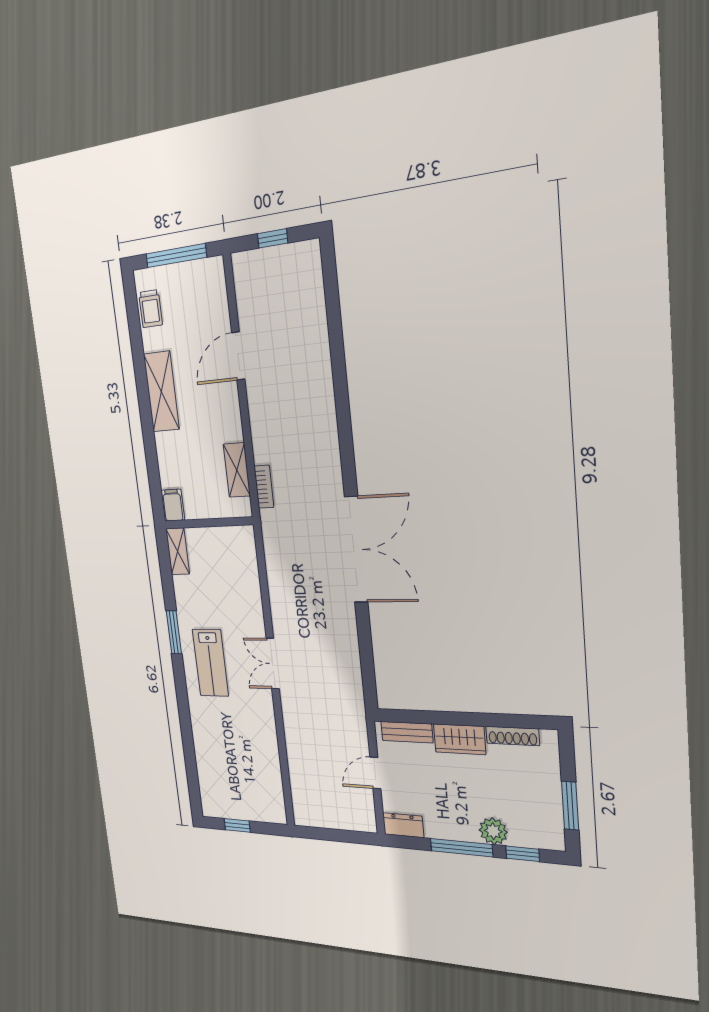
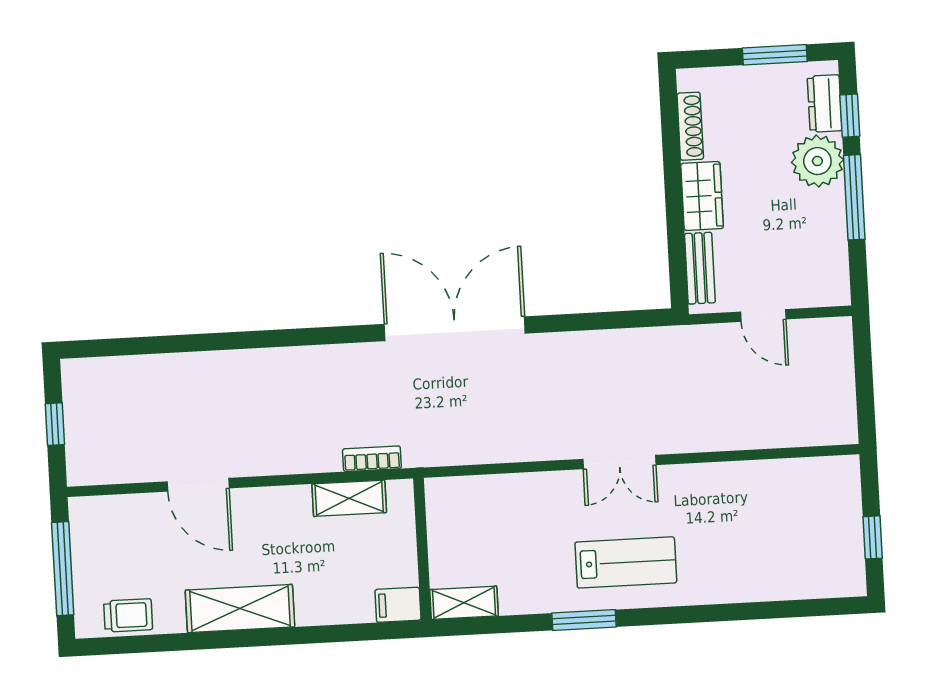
dresser: (403, 825) -> (825, 103), moved
plant: (493, 831) -> (817, 161), width x1.36, depth x1.36

